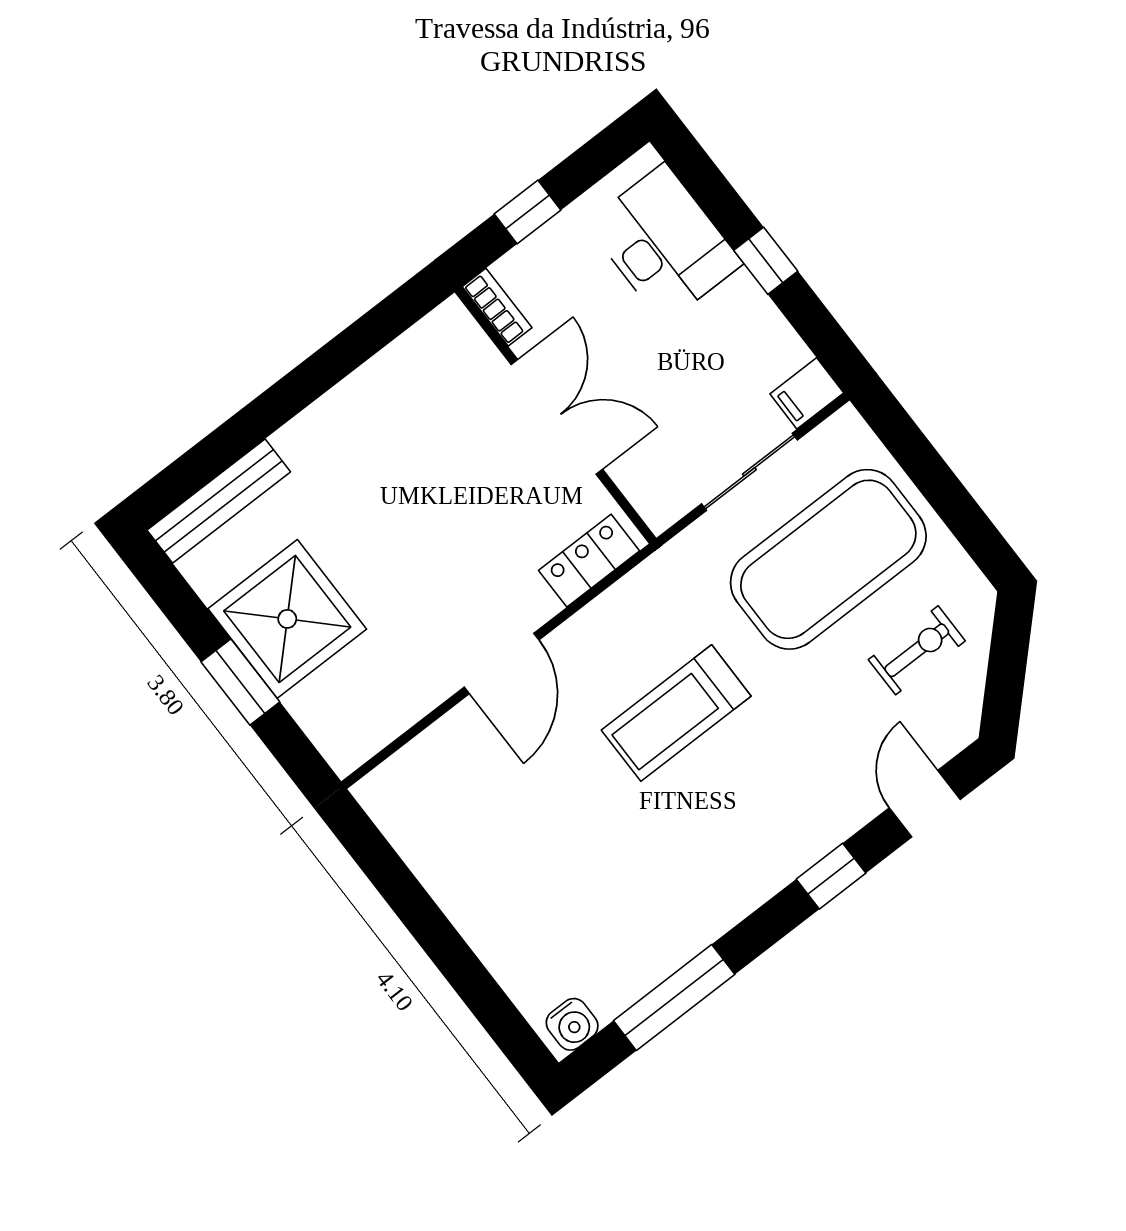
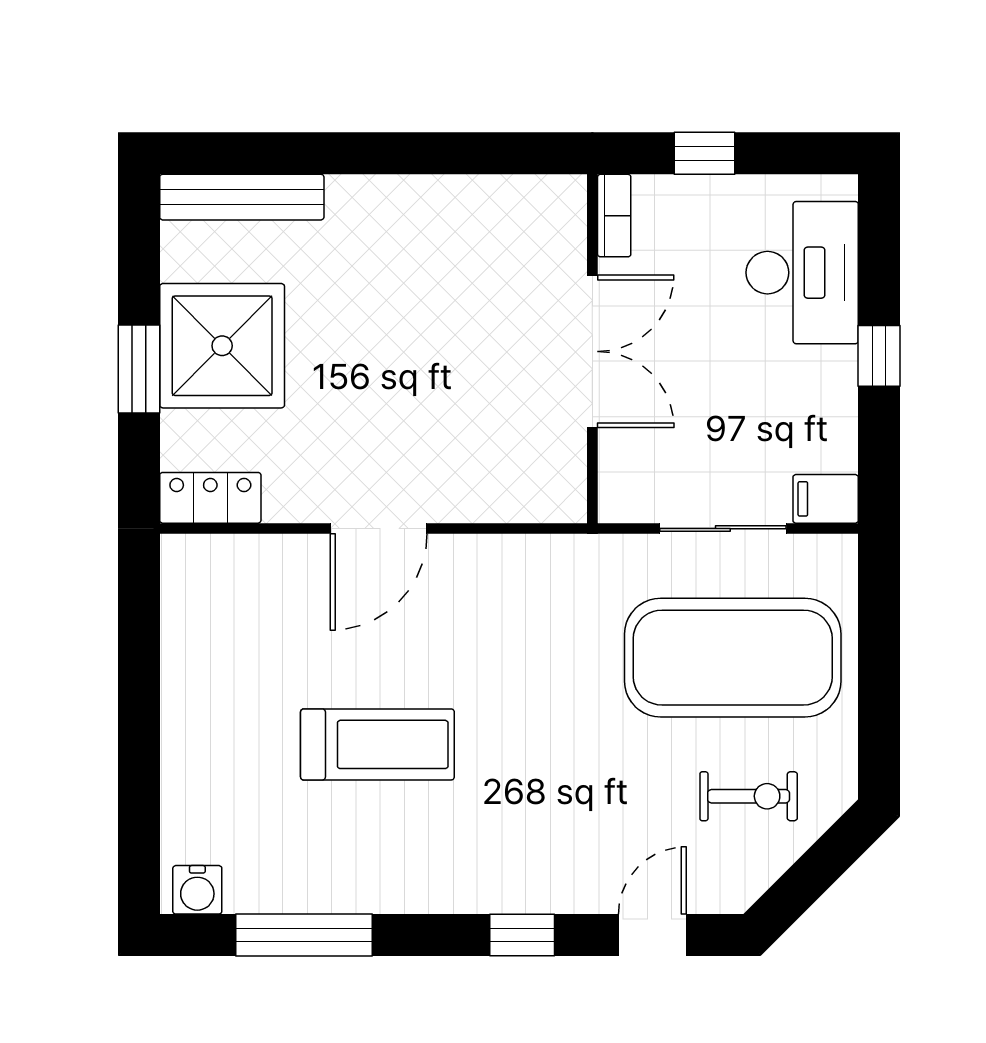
locker: (589, 561) -> (210, 498), moved
treadmill: (676, 713) -> (377, 744), moved, turned 180

